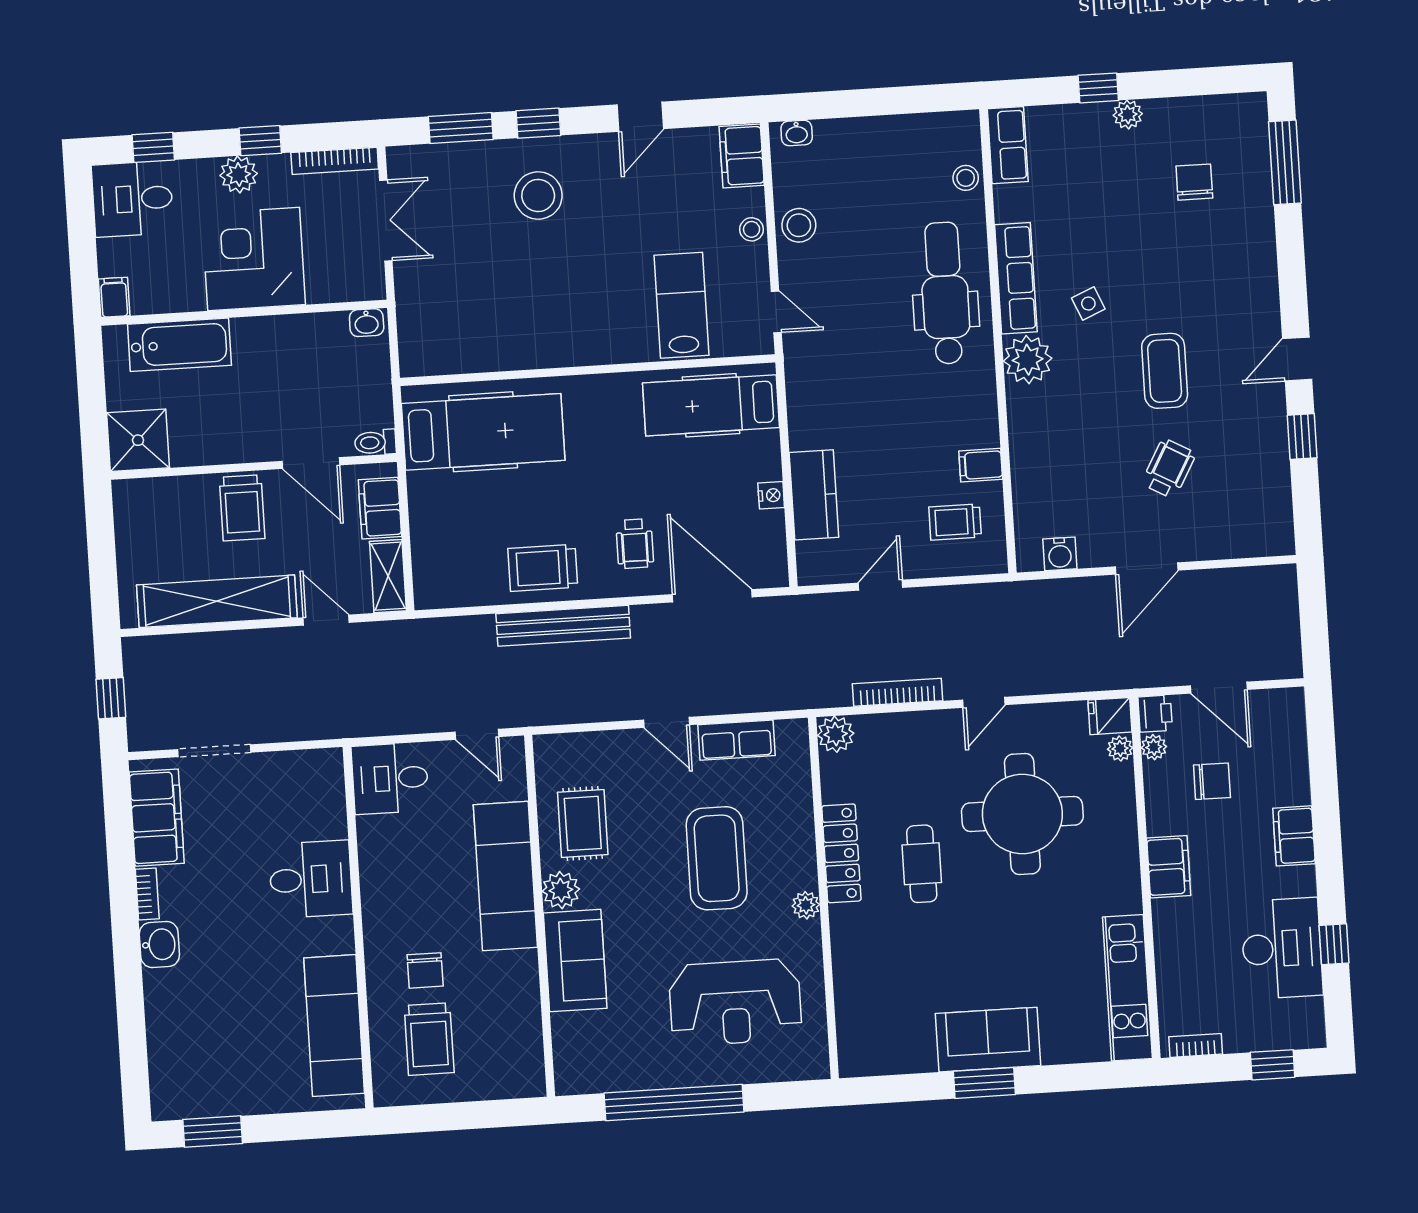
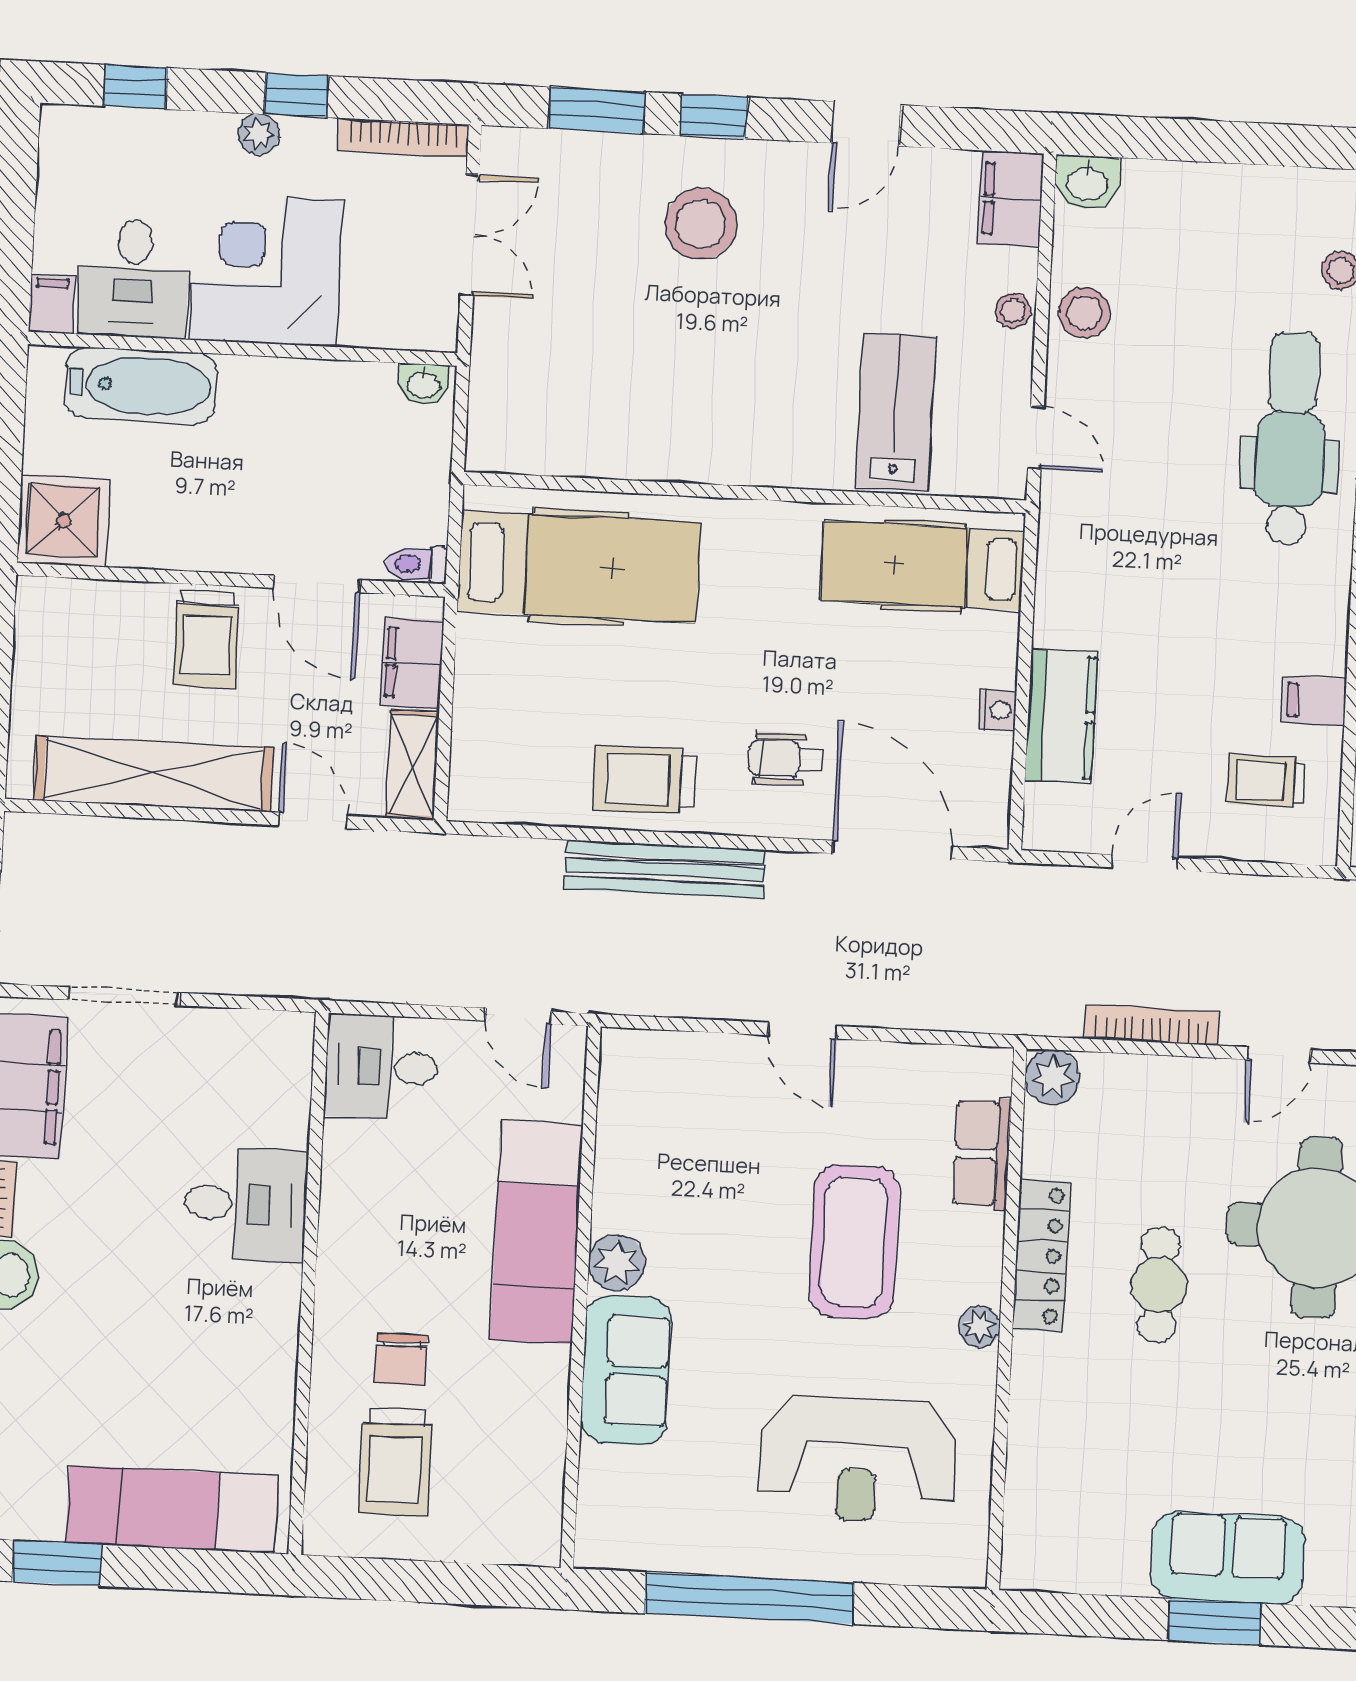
washbasin: (797, 133) -> (1087, 183), width x1.38, depth x1.45
plant: (239, 174) -> (259, 134), width x0.73, depth x0.73
desk: (133, 199) -> (134, 278), moved, turned -90
wheelchair: (635, 544) -> (786, 759), turned 90
row of seats: (736, 740) -> (982, 1154), moved, turned 90
rug: (583, 823) -> (661, 1167), removed
exam couch: (334, 1026) -> (172, 1509), moved, turned 90

